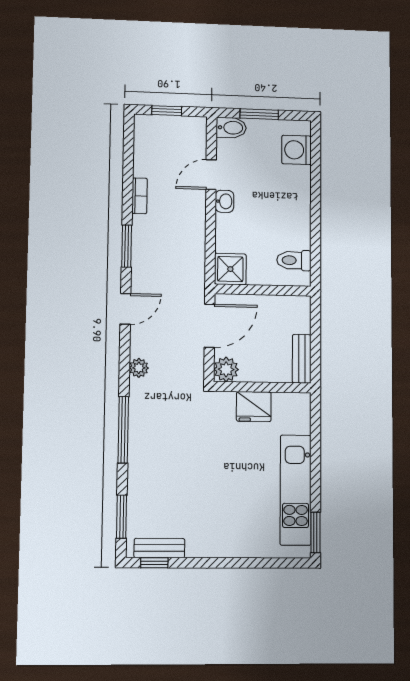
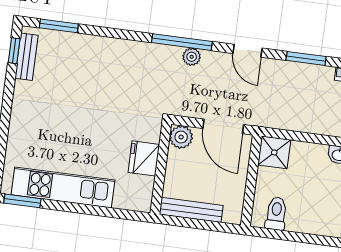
bench: (302, 359) -> (191, 210), width x1.36
window: (123, 430) -> (182, 42), moved

